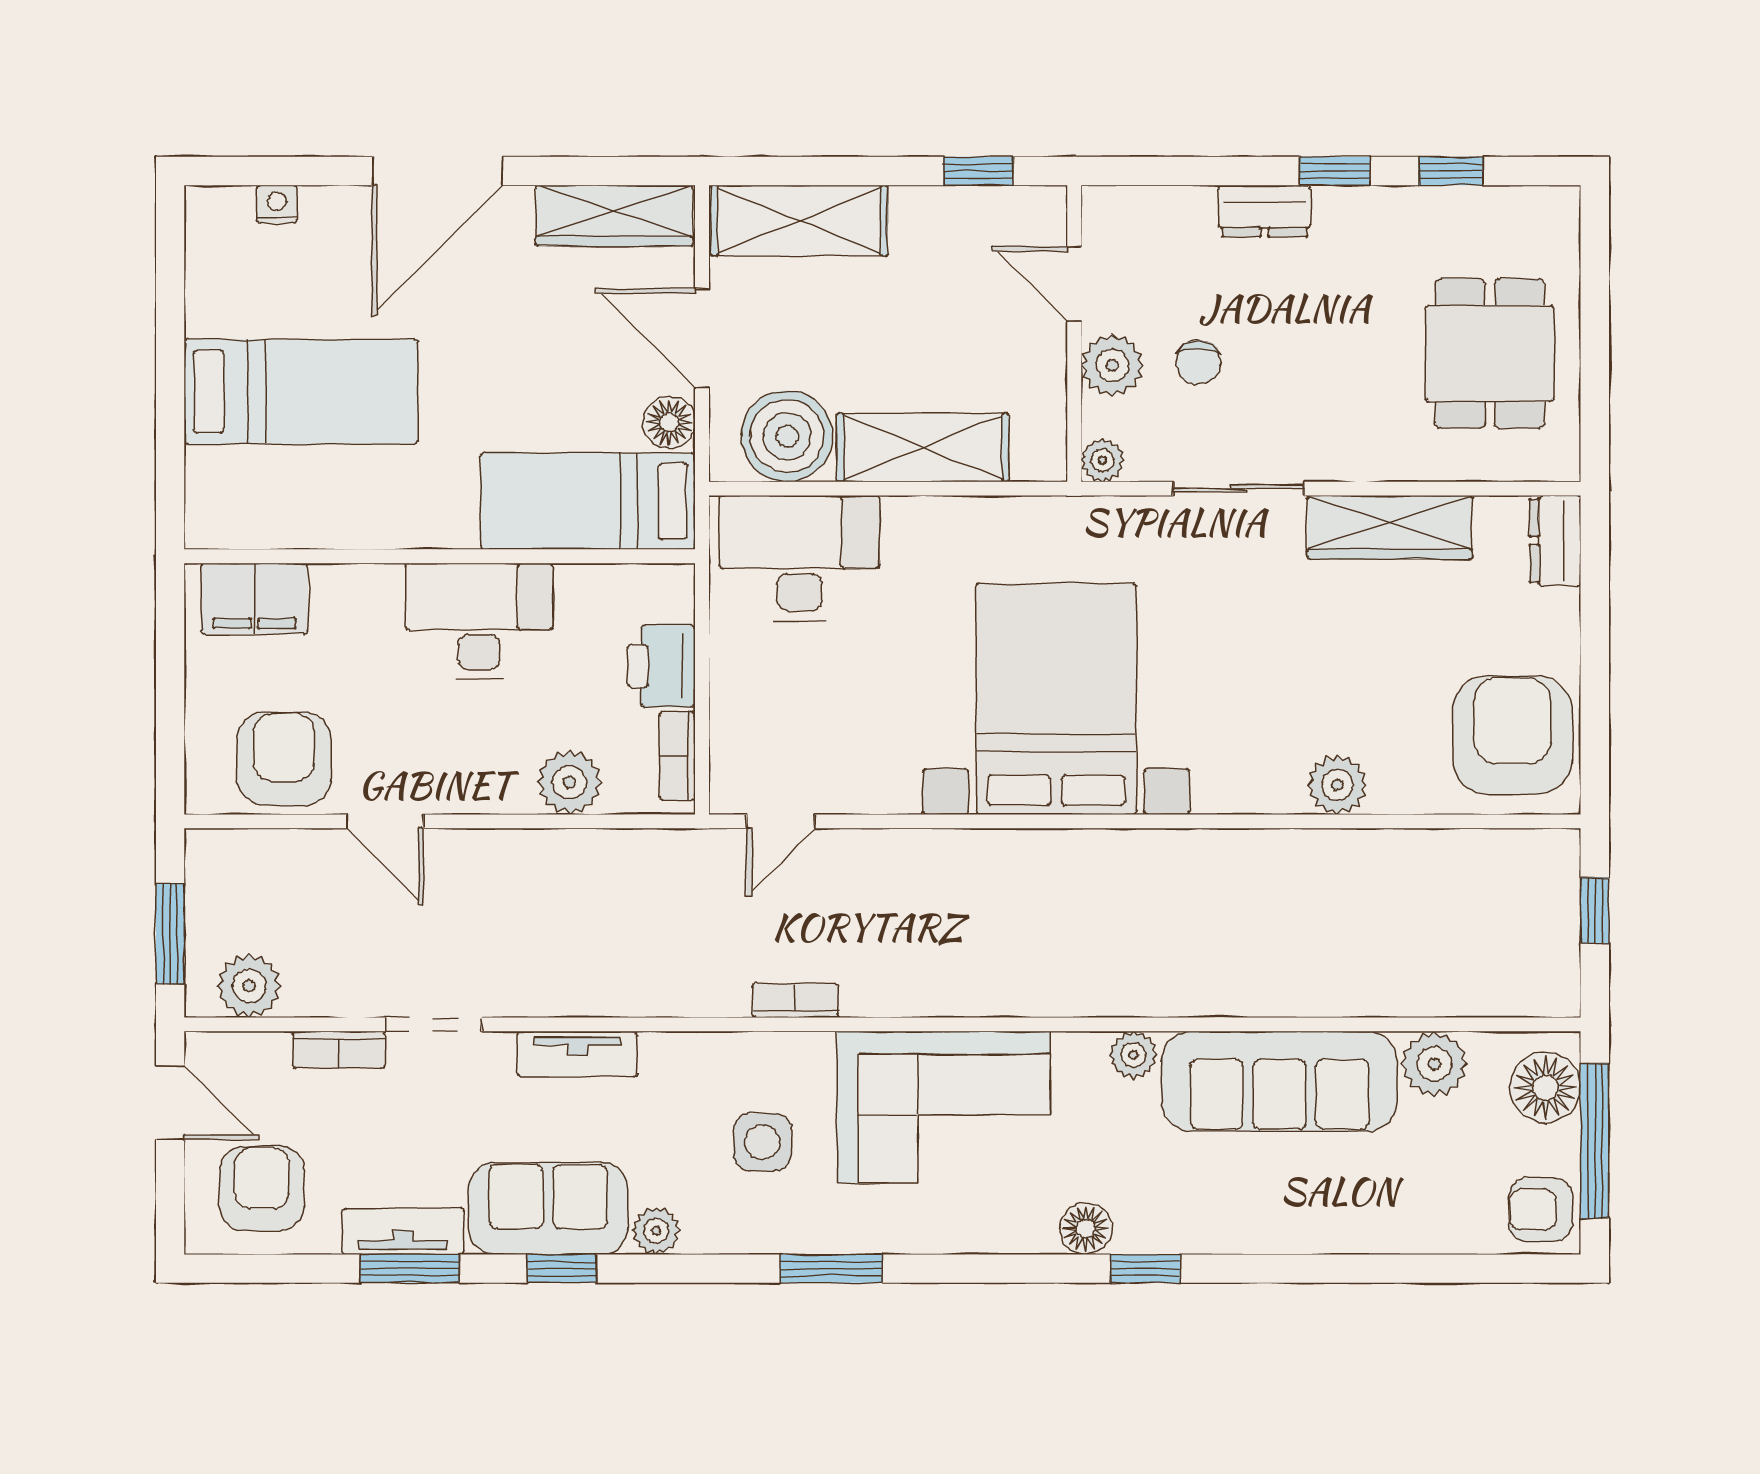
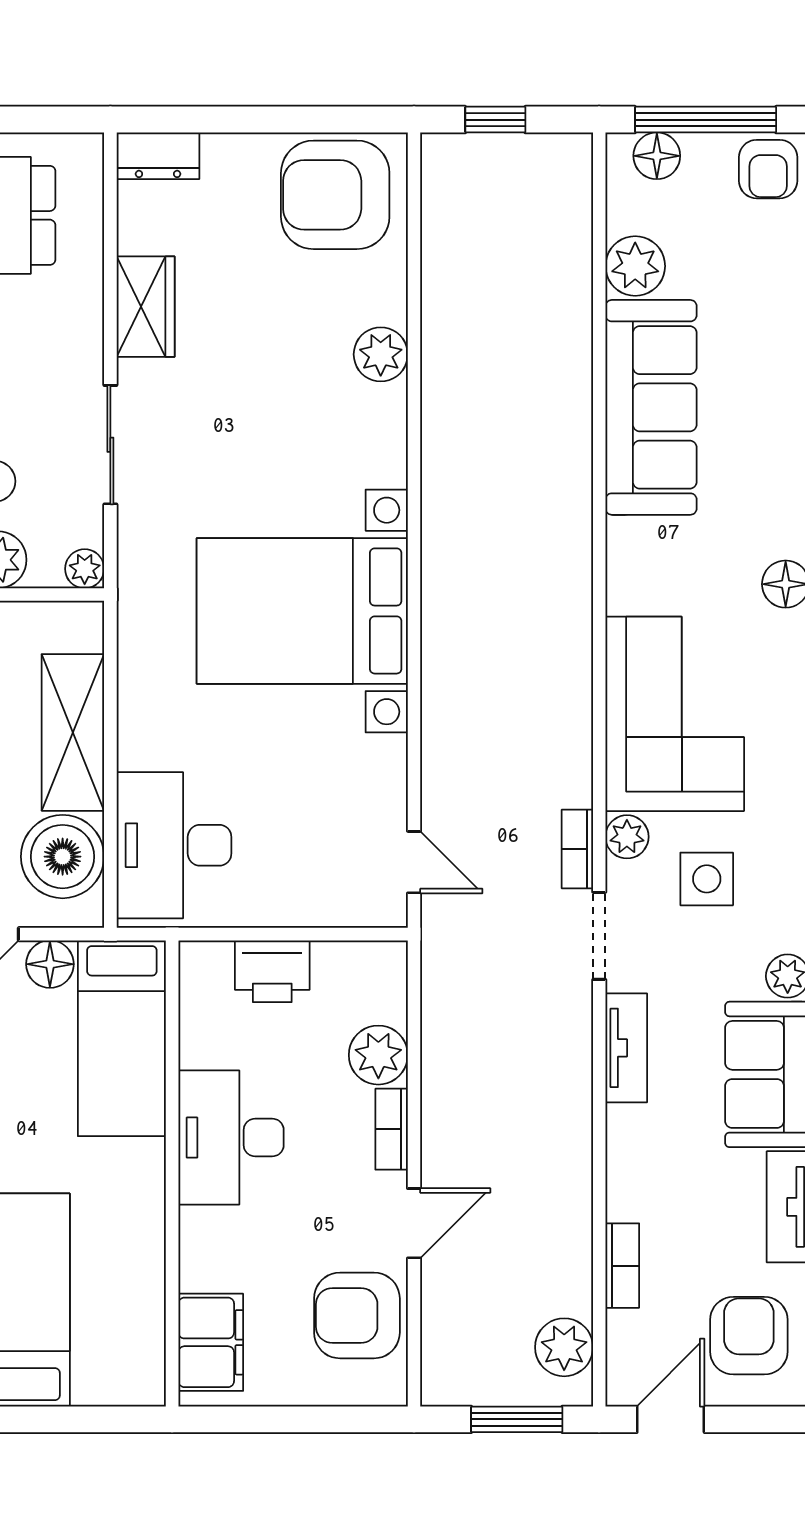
wardrobe: (1390, 527) -> (146, 307), width x0.67
bookcase: (677, 756) -> (392, 1129), moved, turned 90
doorway: (433, 1024) -> (599, 936), moved
plant: (1133, 1055) -> (627, 837), moved
floor lamp: (1545, 1088) -> (657, 156), width x0.73, depth x0.73
armchair: (262, 1188) -> (749, 1336), turned 90

